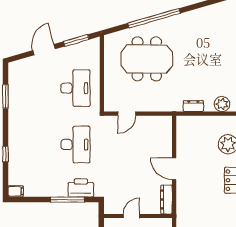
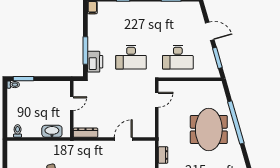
meeting table: (147, 59) -> (209, 130), moved
door: (127, 114) -> (157, 100), swing flipped
door: (174, 169) -> (123, 139), moved
door: (131, 216) -> (72, 104), hinge flipped

